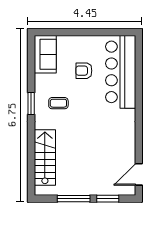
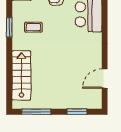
door: (139, 174) -> (105, 79), moved
window: (74, 199) -> (36, 112), moved

